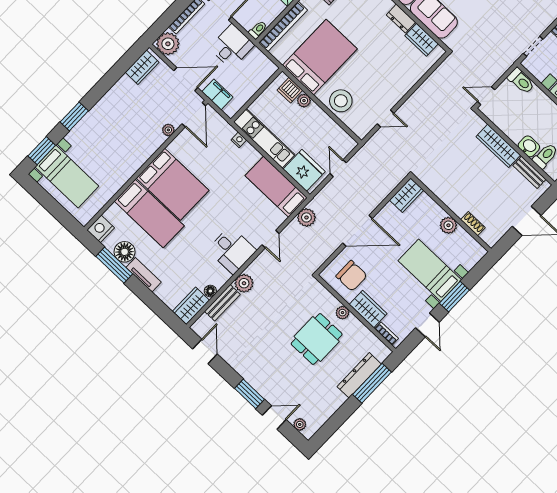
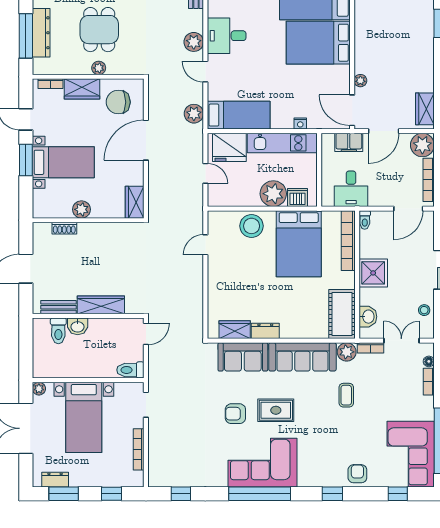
desk: (232, 46) -> (351, 189), moved
plant: (304, 101) -> (273, 194), width x1.87, depth x1.87
plant: (244, 283) -> (194, 42), moved

